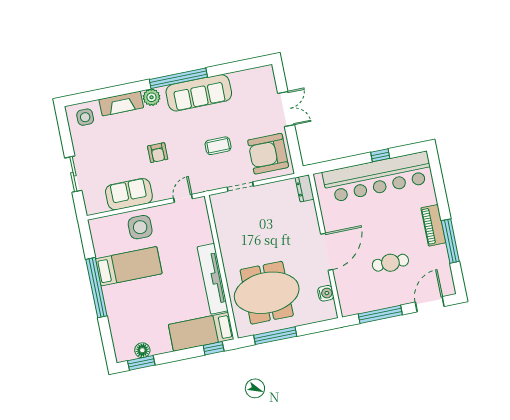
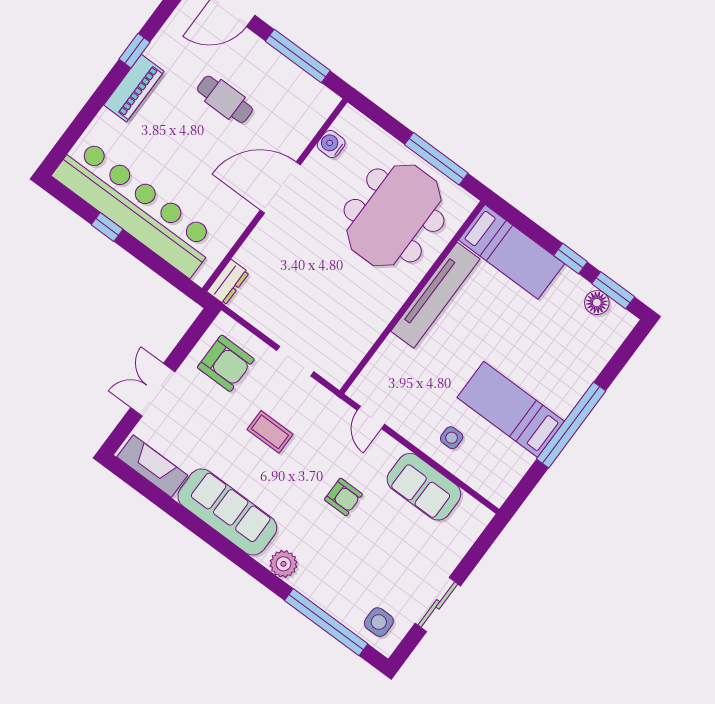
window: (178, 78) -> (326, 622), moved
fireplace: (121, 104) -> (152, 466), moved
armchair: (158, 153) -> (343, 497), turned 90
armchair: (268, 154) -> (226, 363), width x0.73, depth x0.73
sliding door: (73, 174) -> (438, 604), moved
door: (183, 198) -> (371, 417), hinge flipped
side table: (140, 227) -> (452, 438), width x0.54, depth x0.54
window: (450, 241) -> (135, 51), width x0.46
meeting table: (267, 293) -> (394, 215), turned 90
window: (214, 348) -> (571, 259), moved

